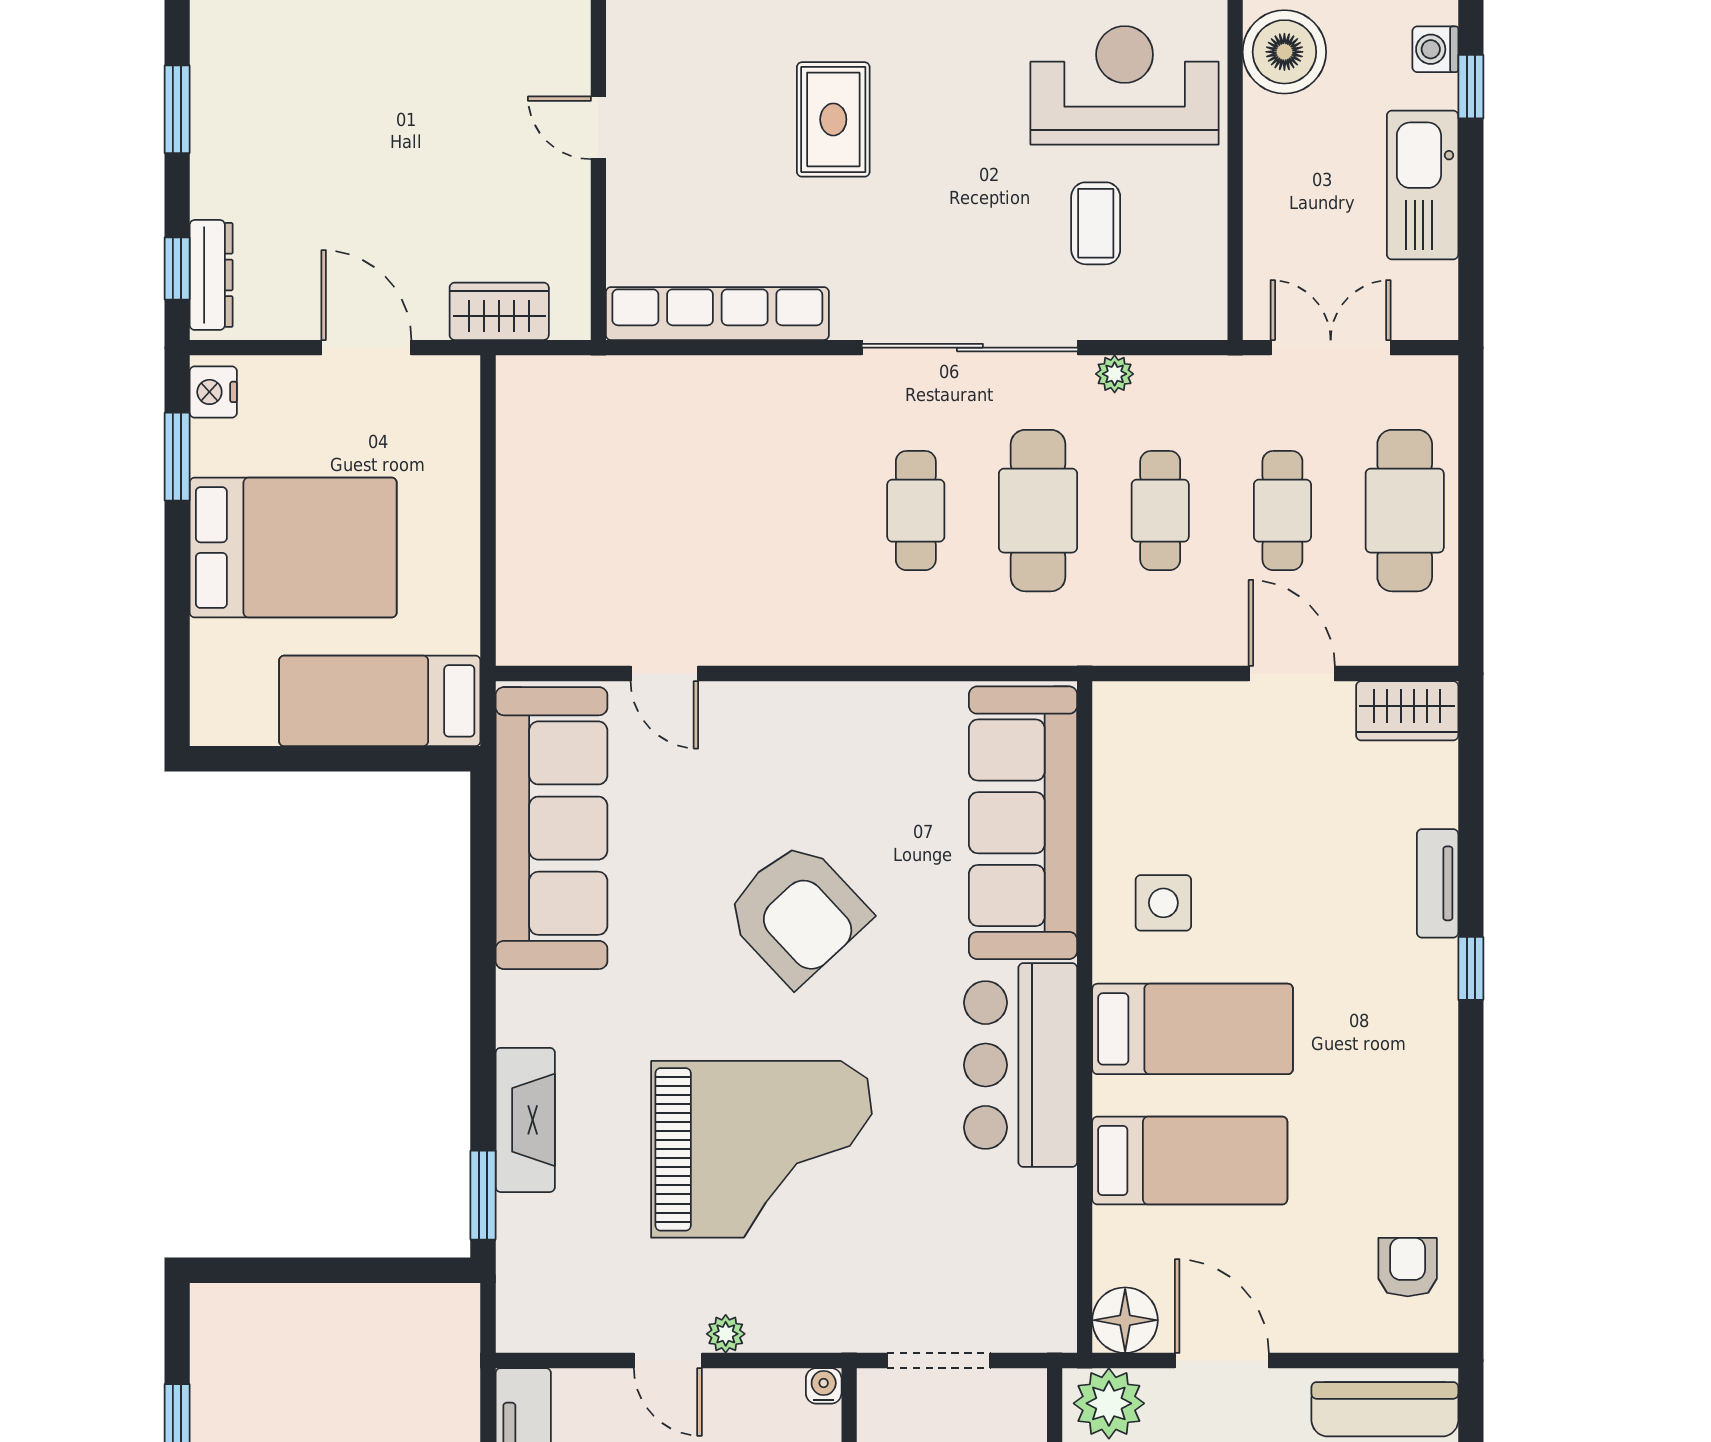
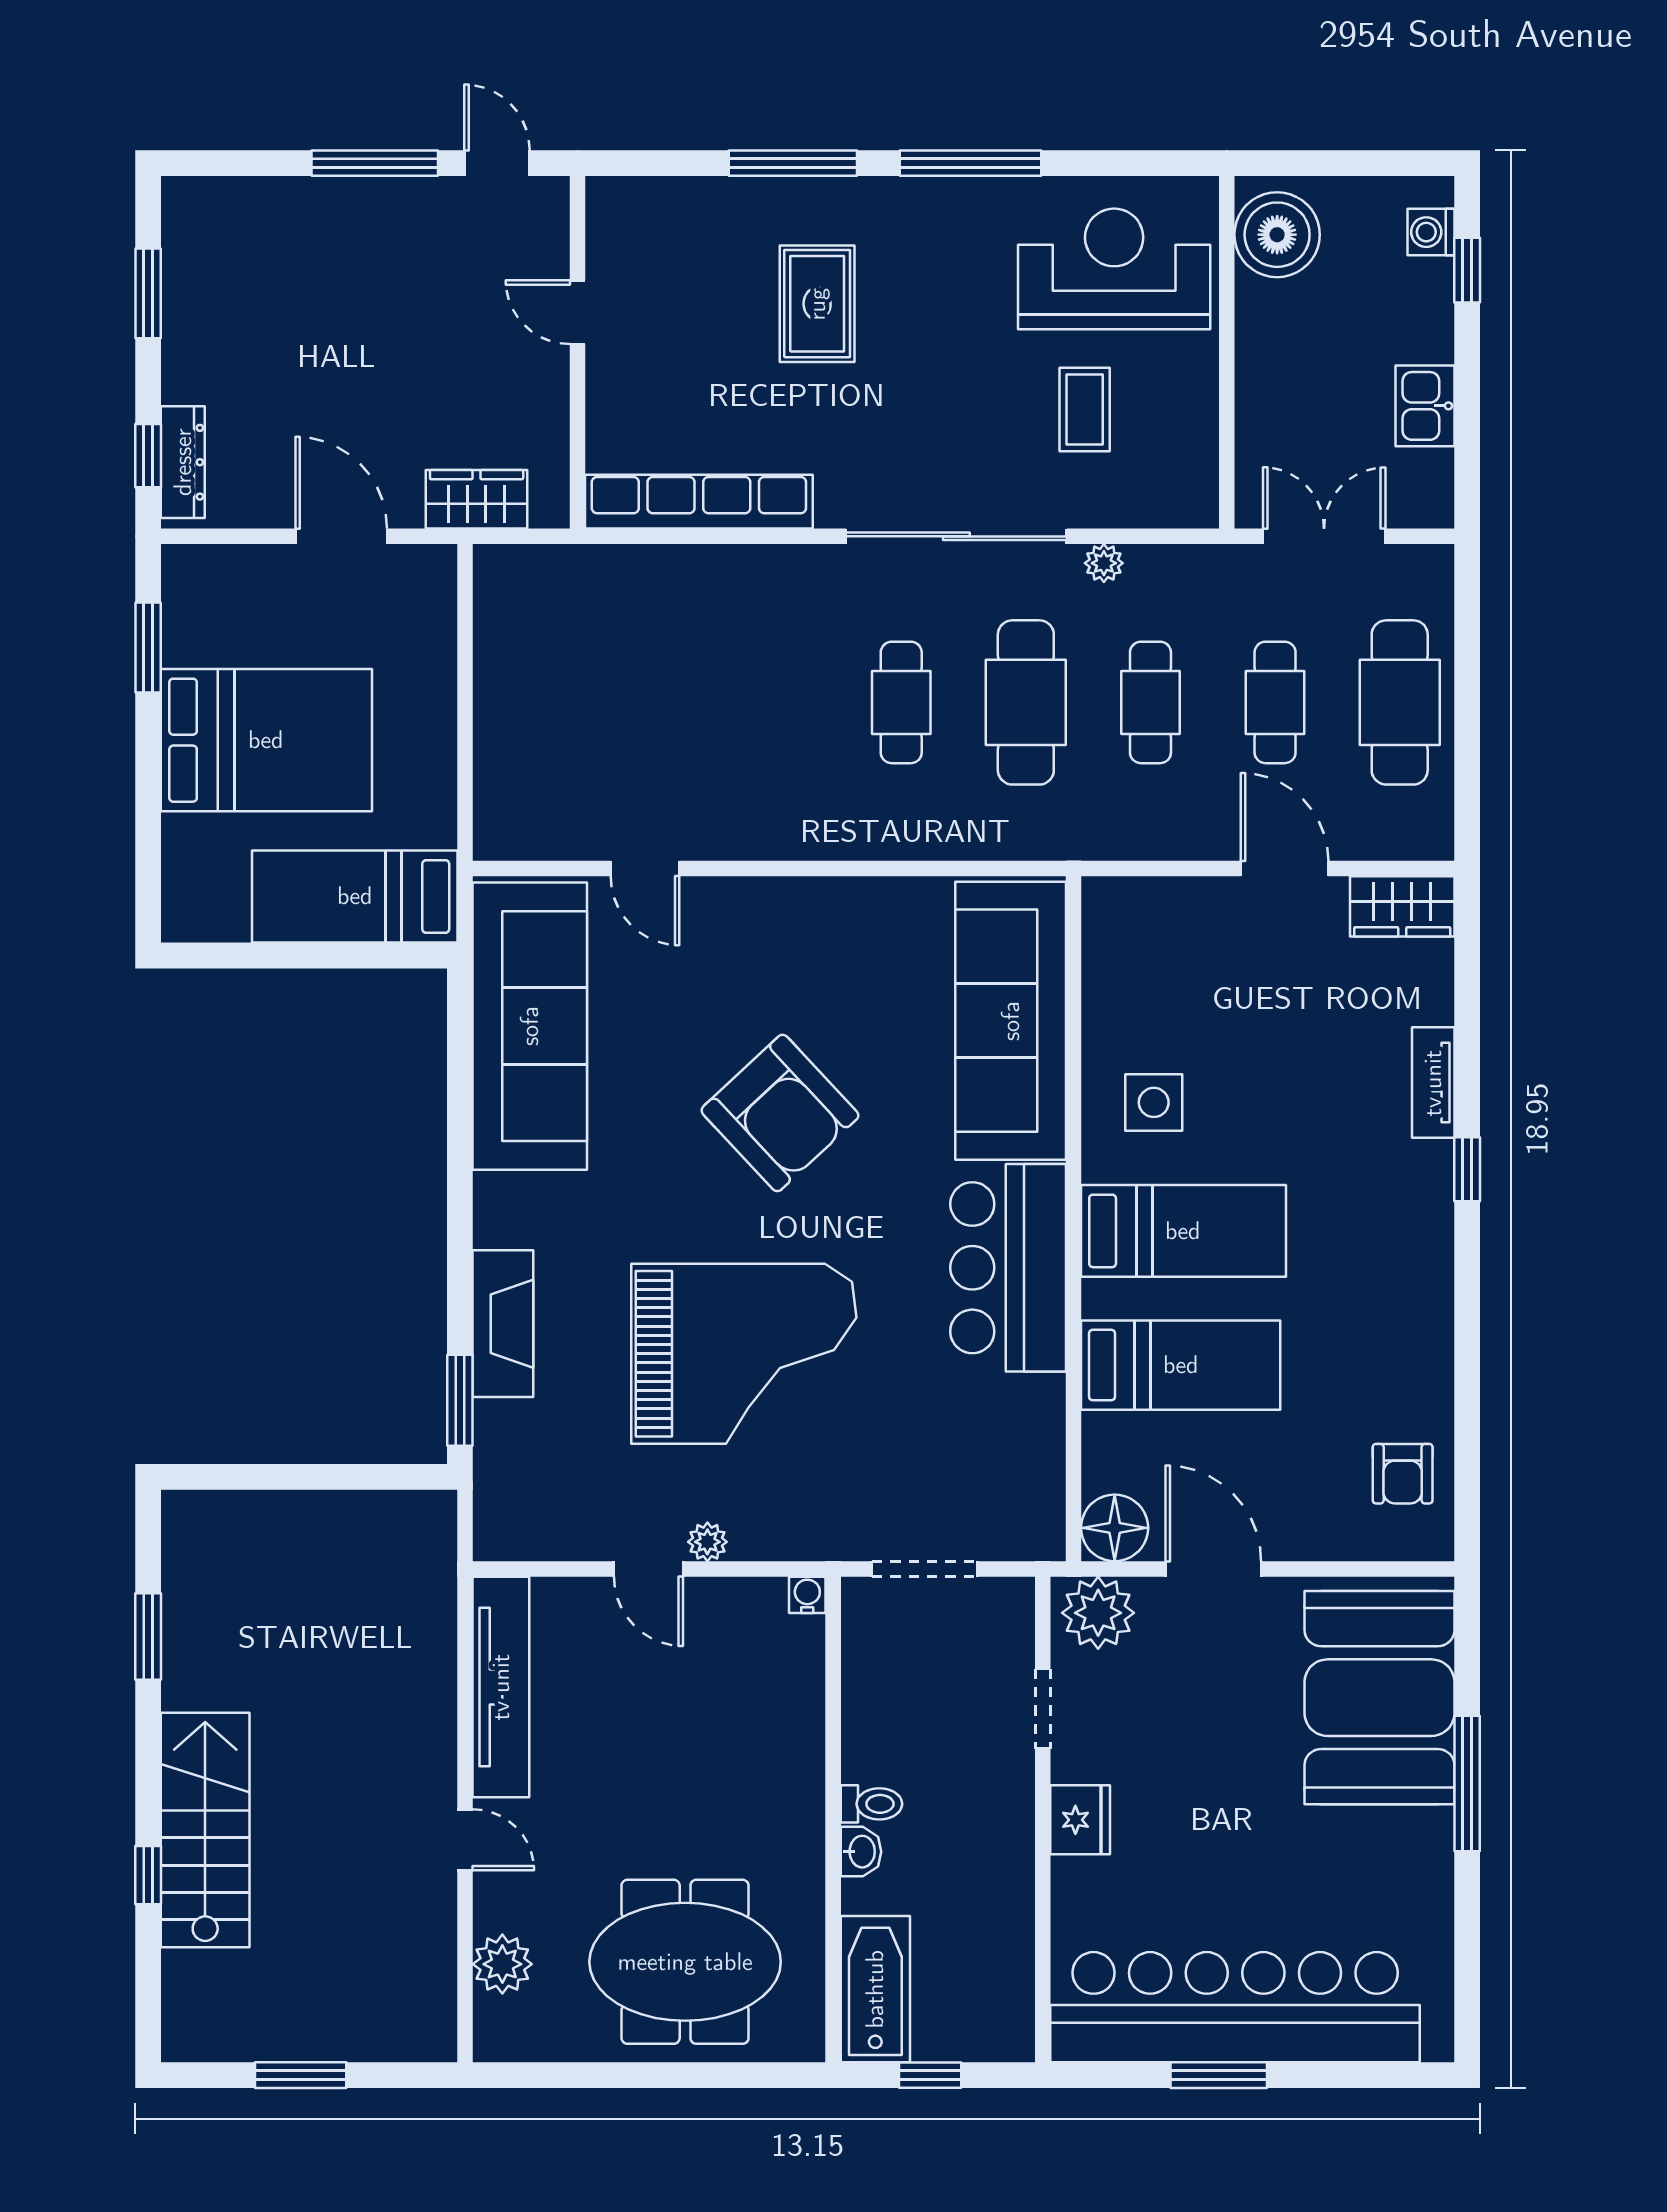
kitchen sink: (1423, 185) -> (1425, 406), width x0.53, depth x0.81
nightstand: (213, 392) -> (185, 582), removed
armchair: (1408, 1267) -> (1403, 1474), turned 180

